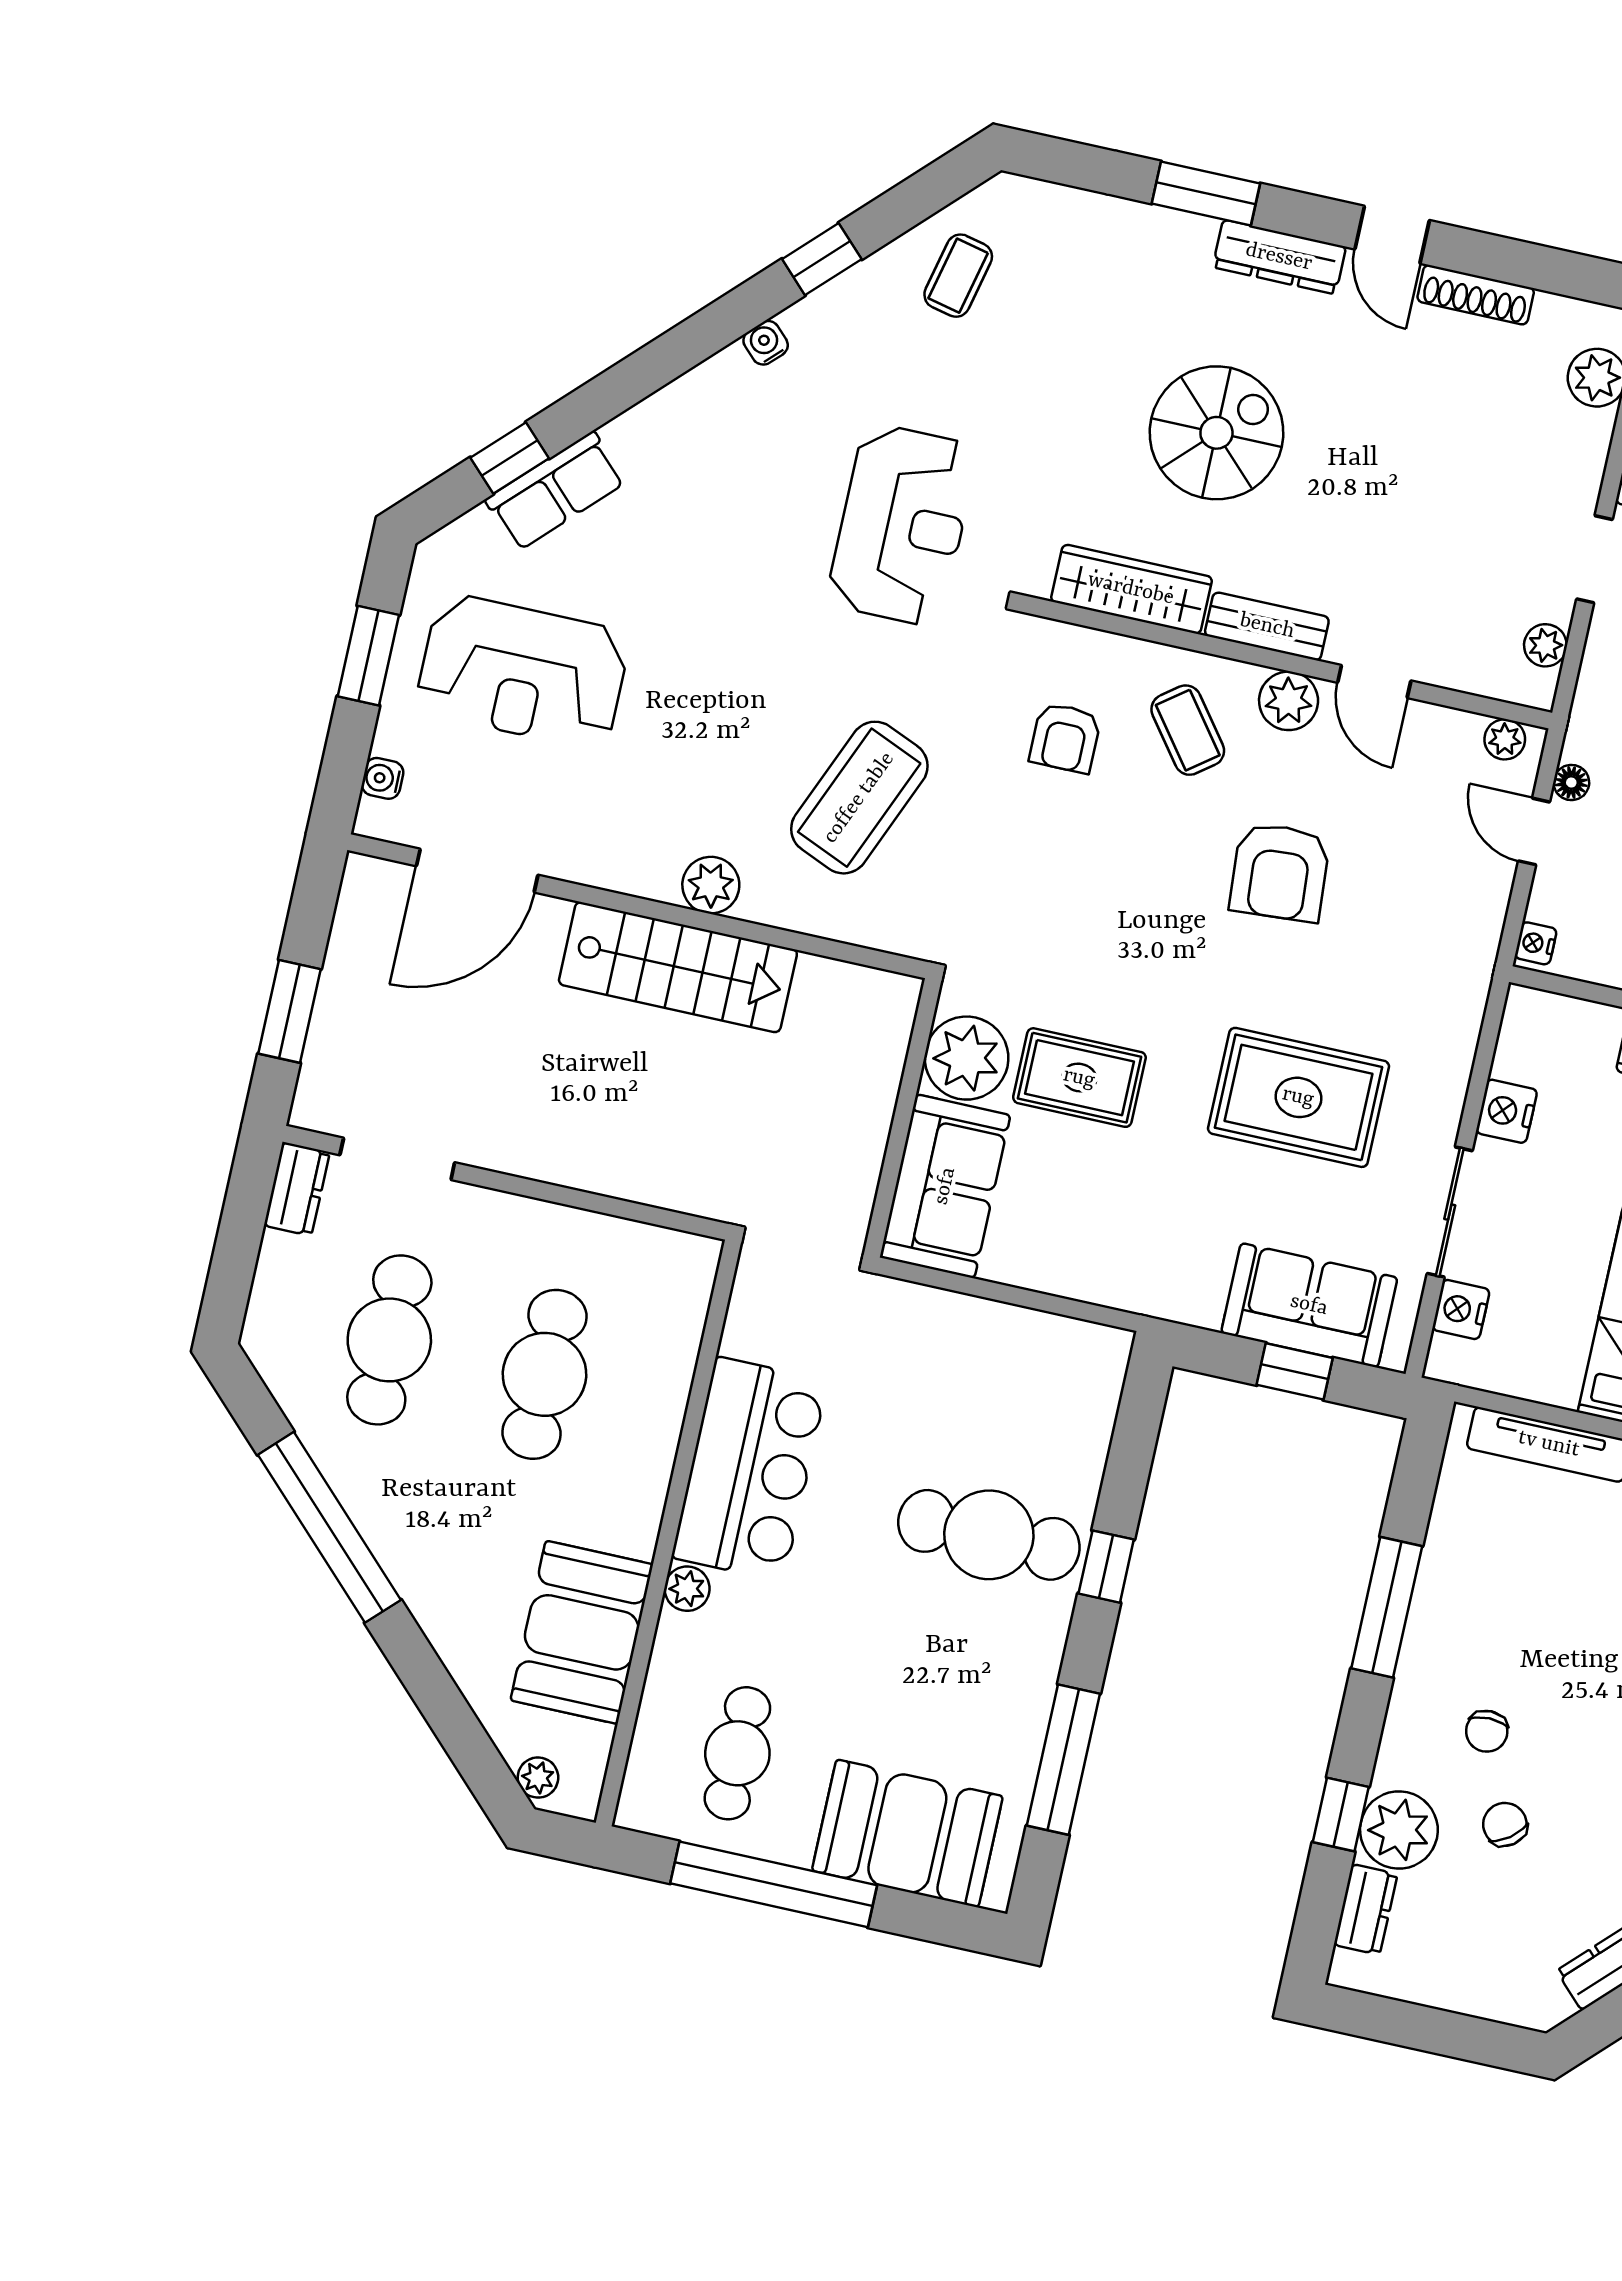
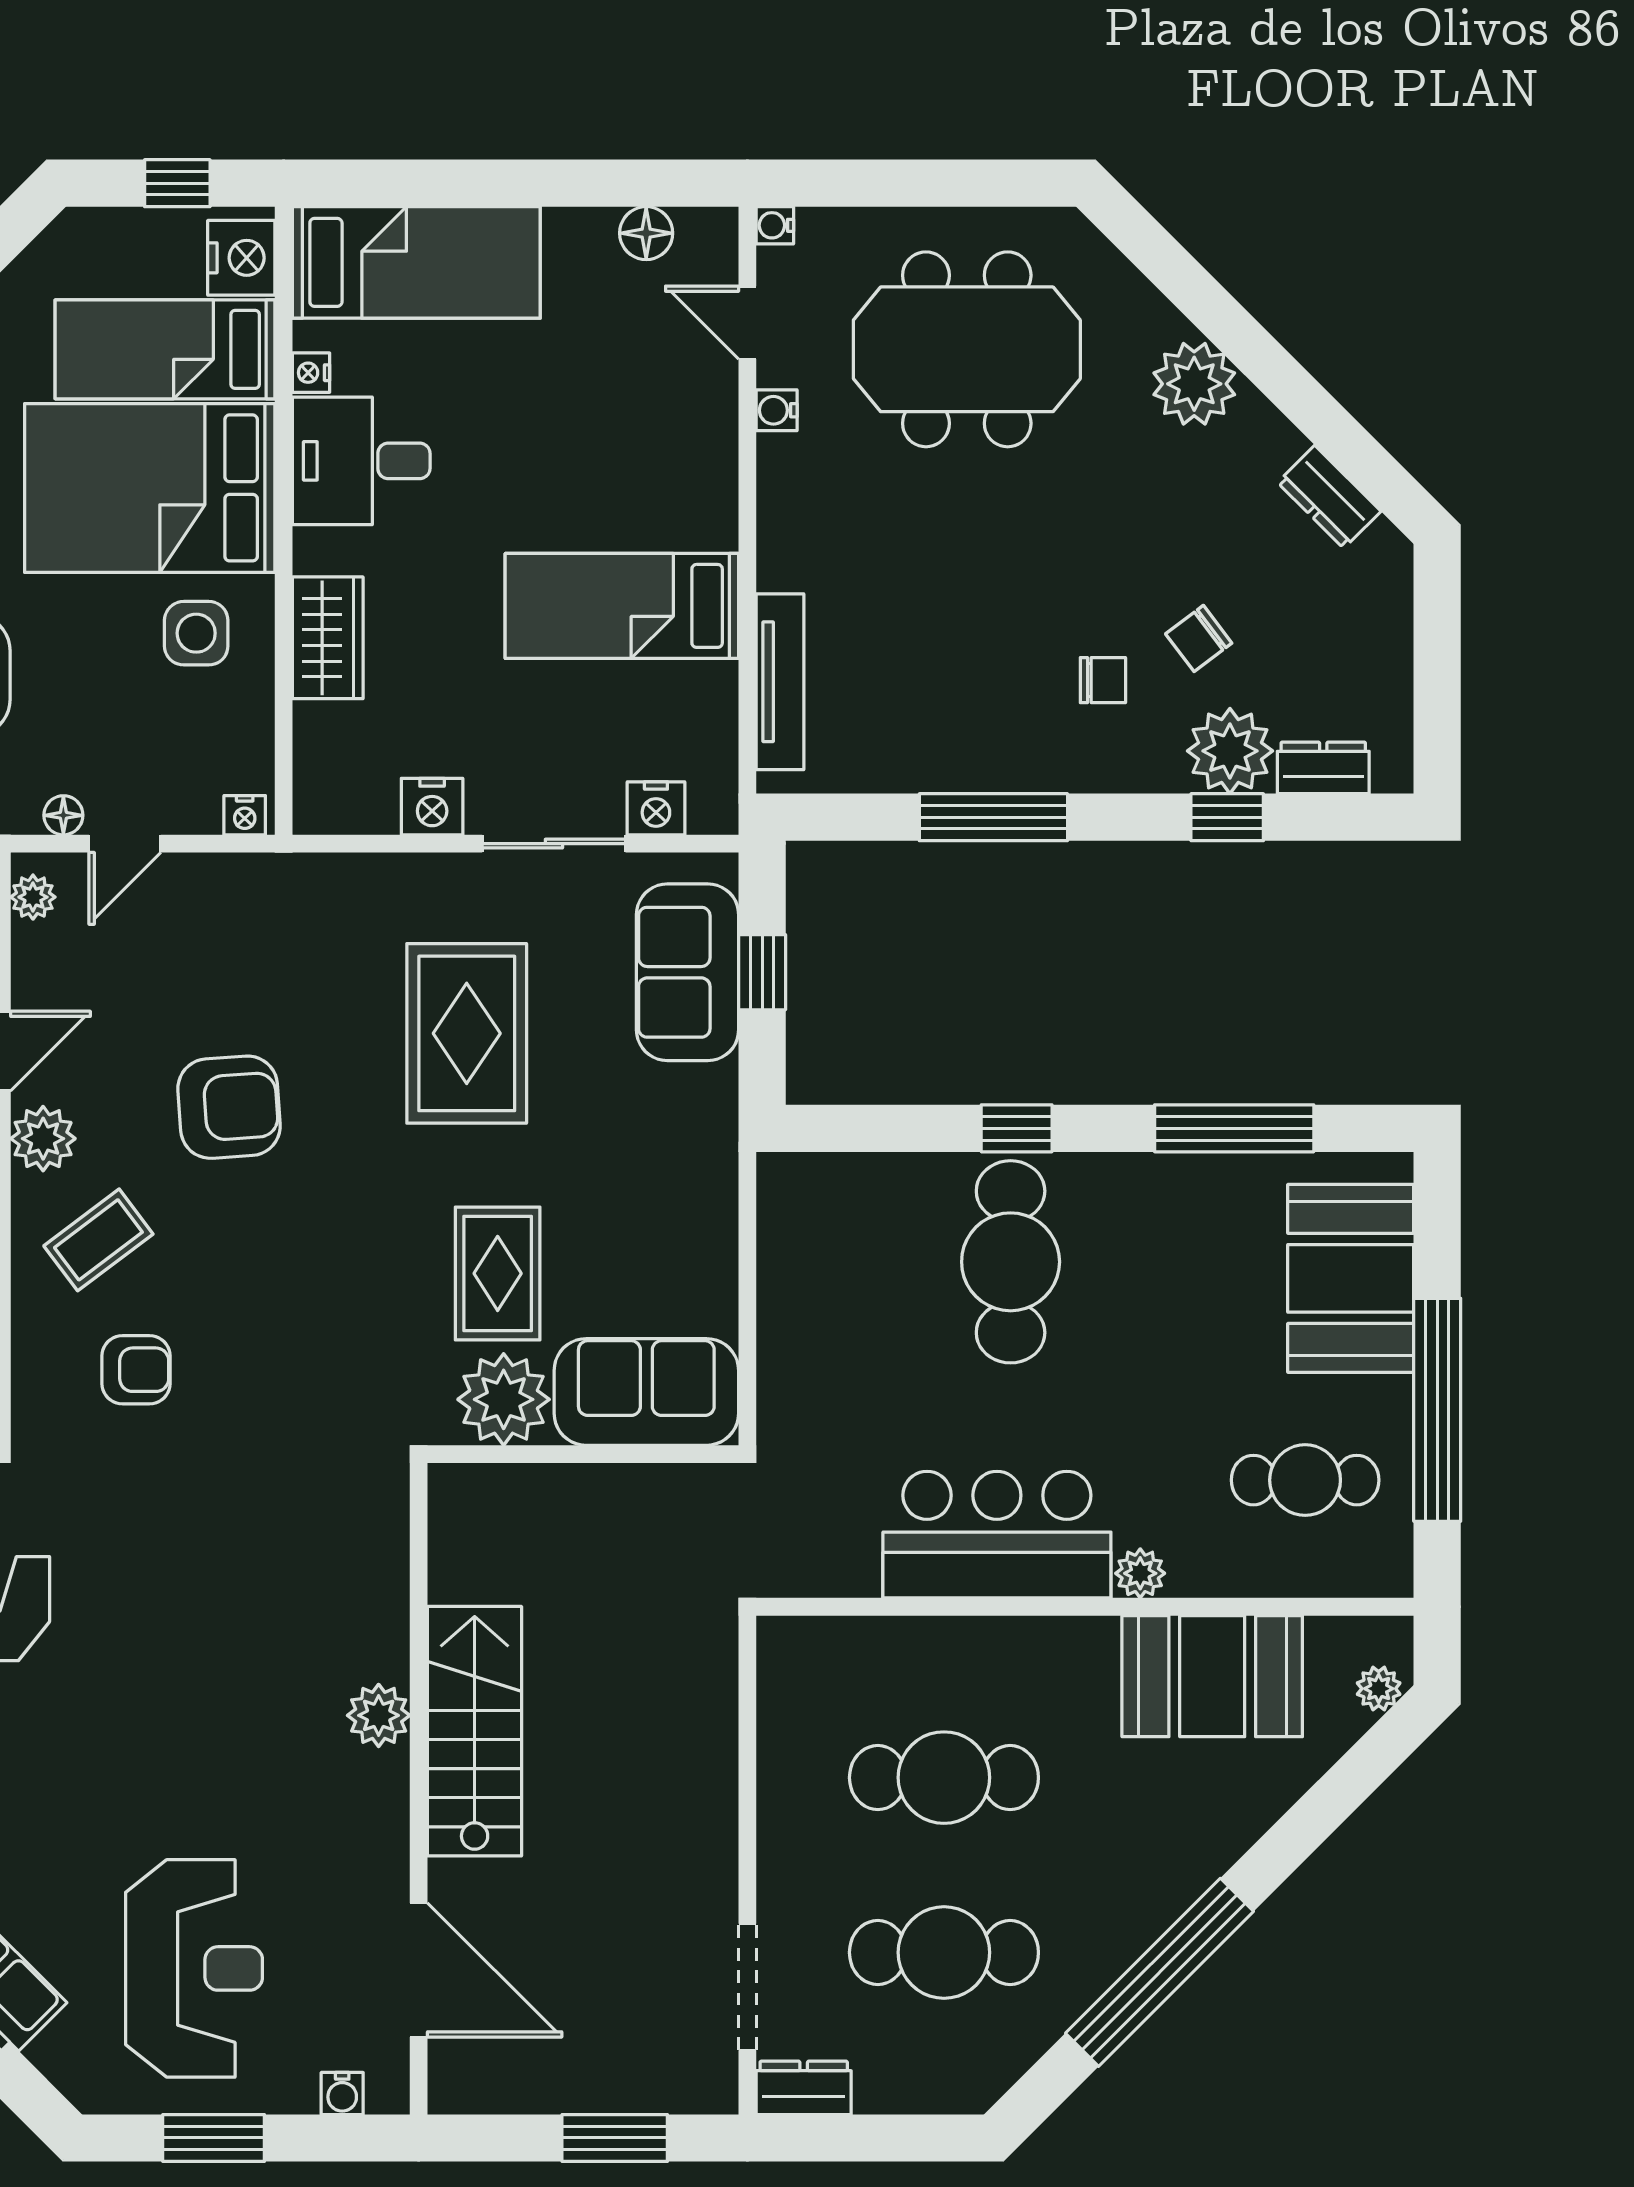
coffee table: (859, 798) -> (249, 1577), removed

